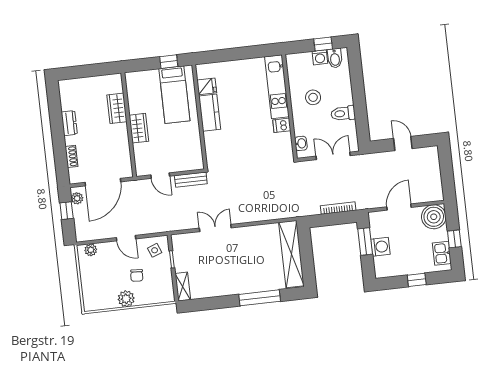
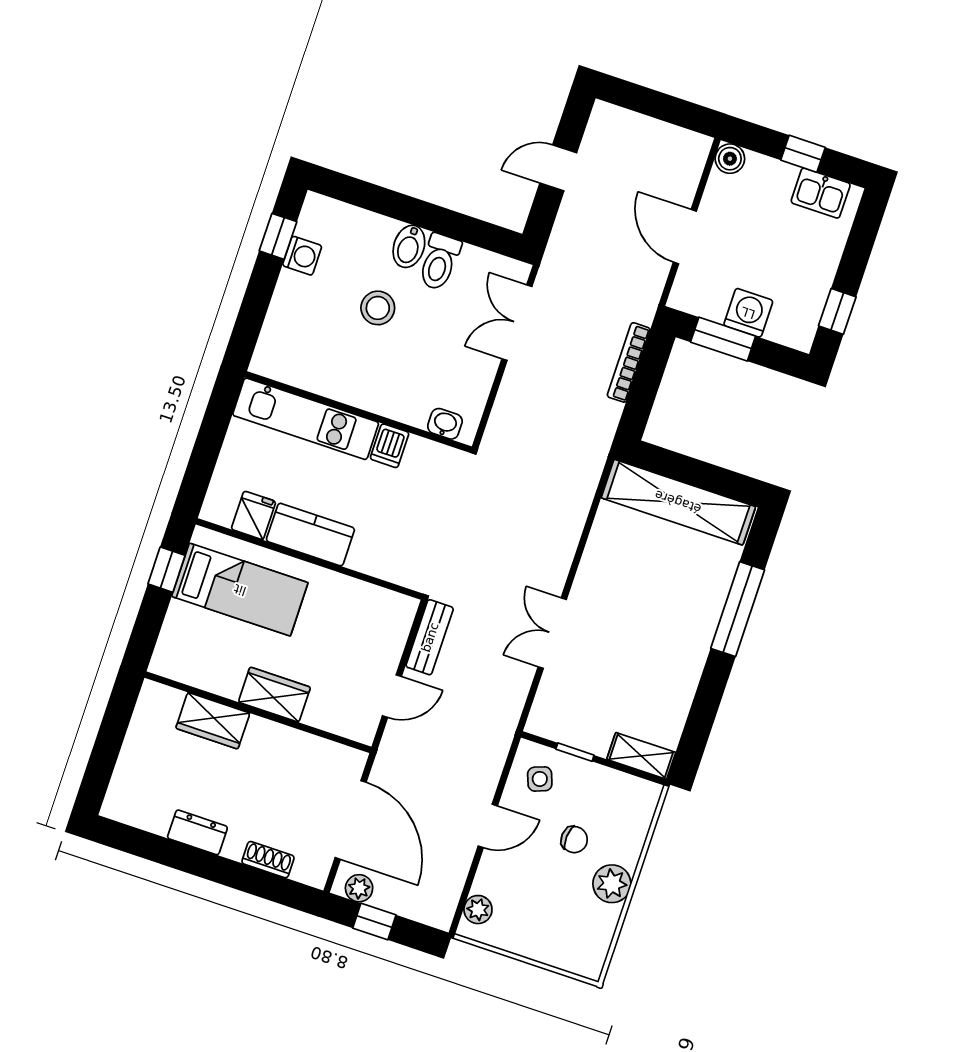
bidet: (335, 58) -> (409, 246), moved, turned 90
kitchen unit: (277, 87) -> (306, 419), moved
wall: (290, 107) -> (358, 412), moved
dishwasher: (282, 125) -> (390, 446), moved
washbasin: (301, 143) -> (445, 424), moved
boiler: (434, 217) -> (730, 159), width x0.54, depth x0.54
window: (417, 280) -> (837, 311), moved

